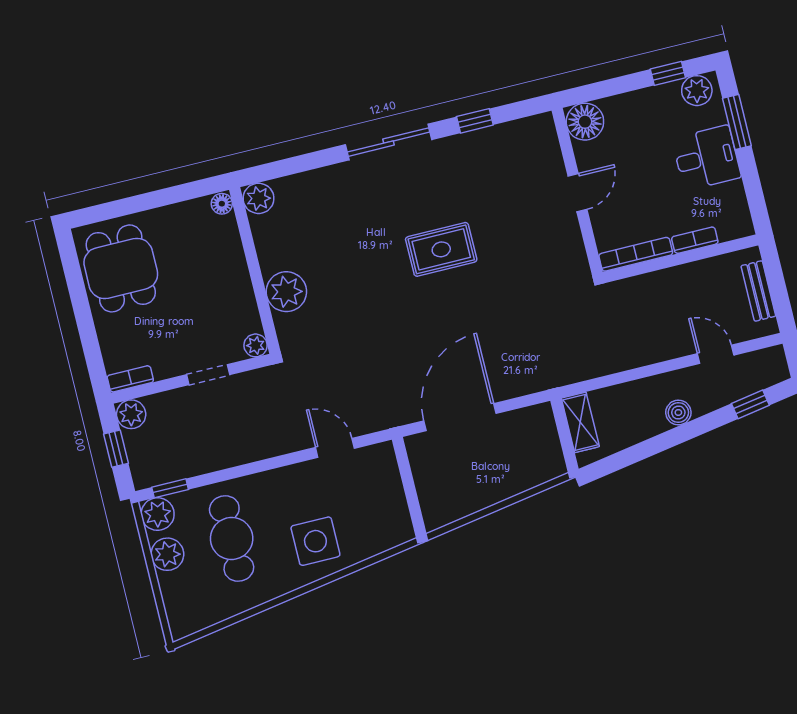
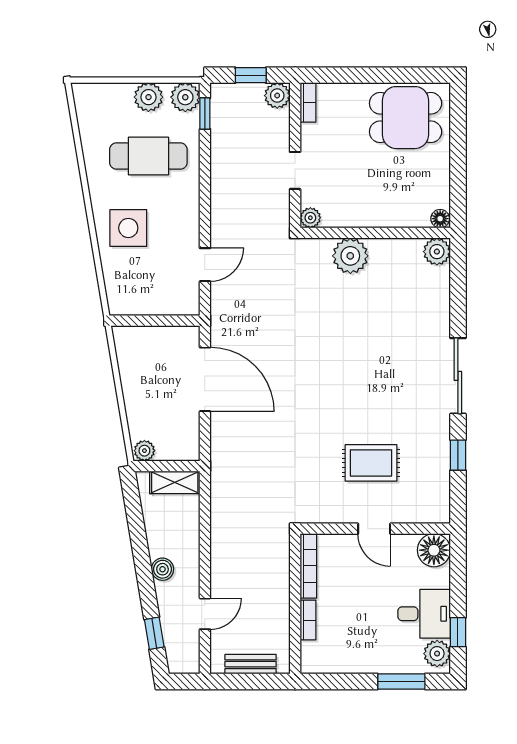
desk: (707, 158) -> (424, 614), moved, turned -90
rug: (441, 249) -> (371, 463), moved, turned 90
plant: (554, 464) -> (144, 451), added

